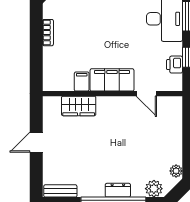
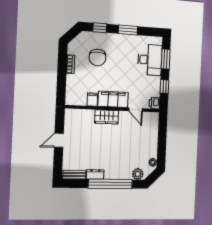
chair: (86, 20) -> (97, 57), added
printer: (175, 65) -> (154, 103), moved
wardrobe: (79, 106) -> (107, 117), moved
dresser: (118, 190) -> (95, 174), moved

